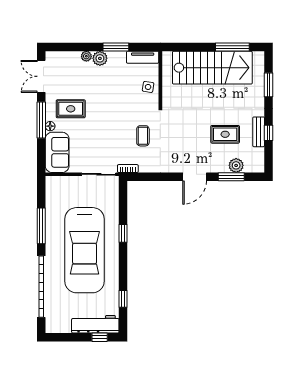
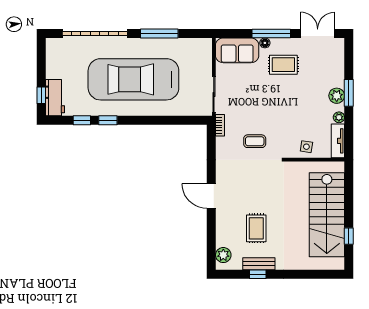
window: (116, 47) -> (349, 93), moved
window: (232, 47) -> (349, 236), width x0.46
plant: (86, 56) -> (339, 117), moved
window: (268, 85) -> (309, 274), removed
rug: (71, 109) -> (283, 65), turned 90
plant: (236, 165) -> (223, 255), moved
window: (231, 177) -> (211, 235), removed
window: (123, 233) -> (108, 120), moved
workbench: (95, 324) -> (55, 98), width x0.73

